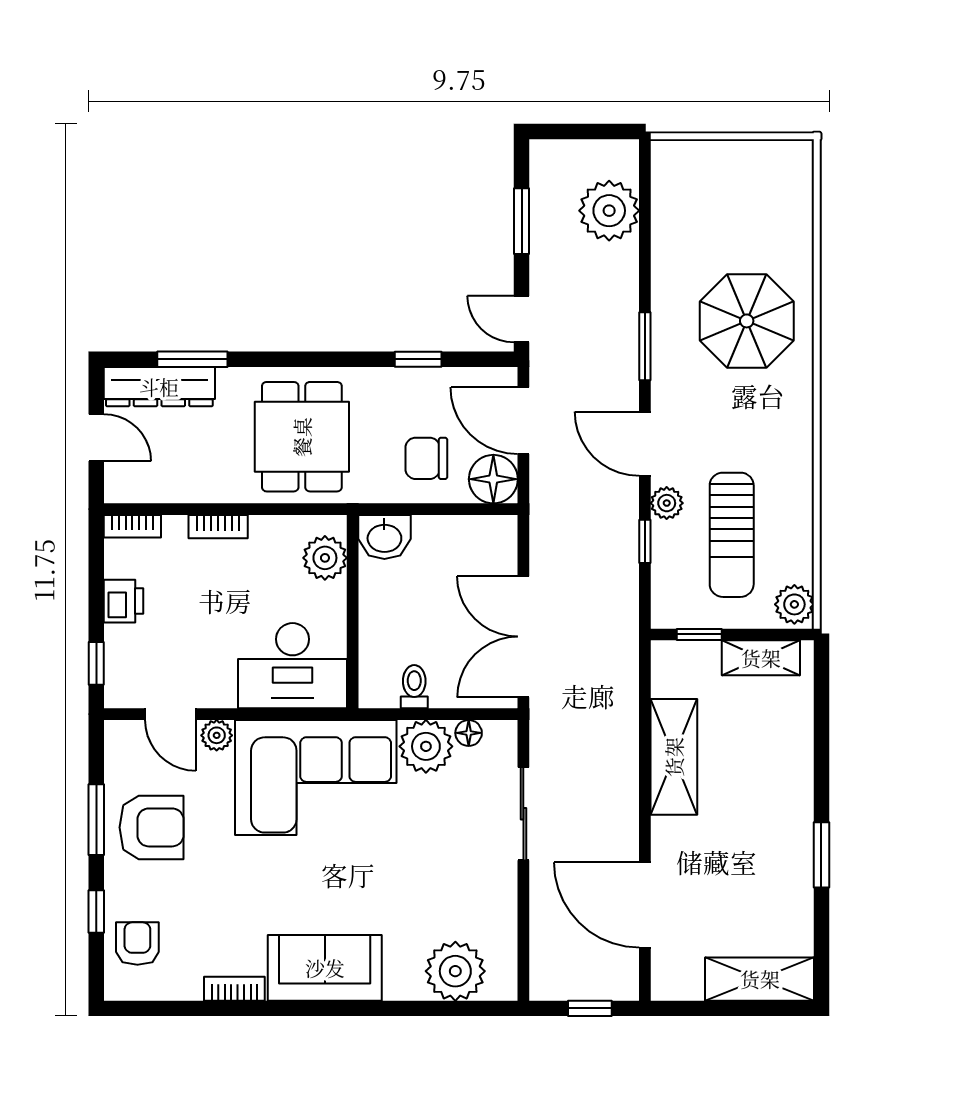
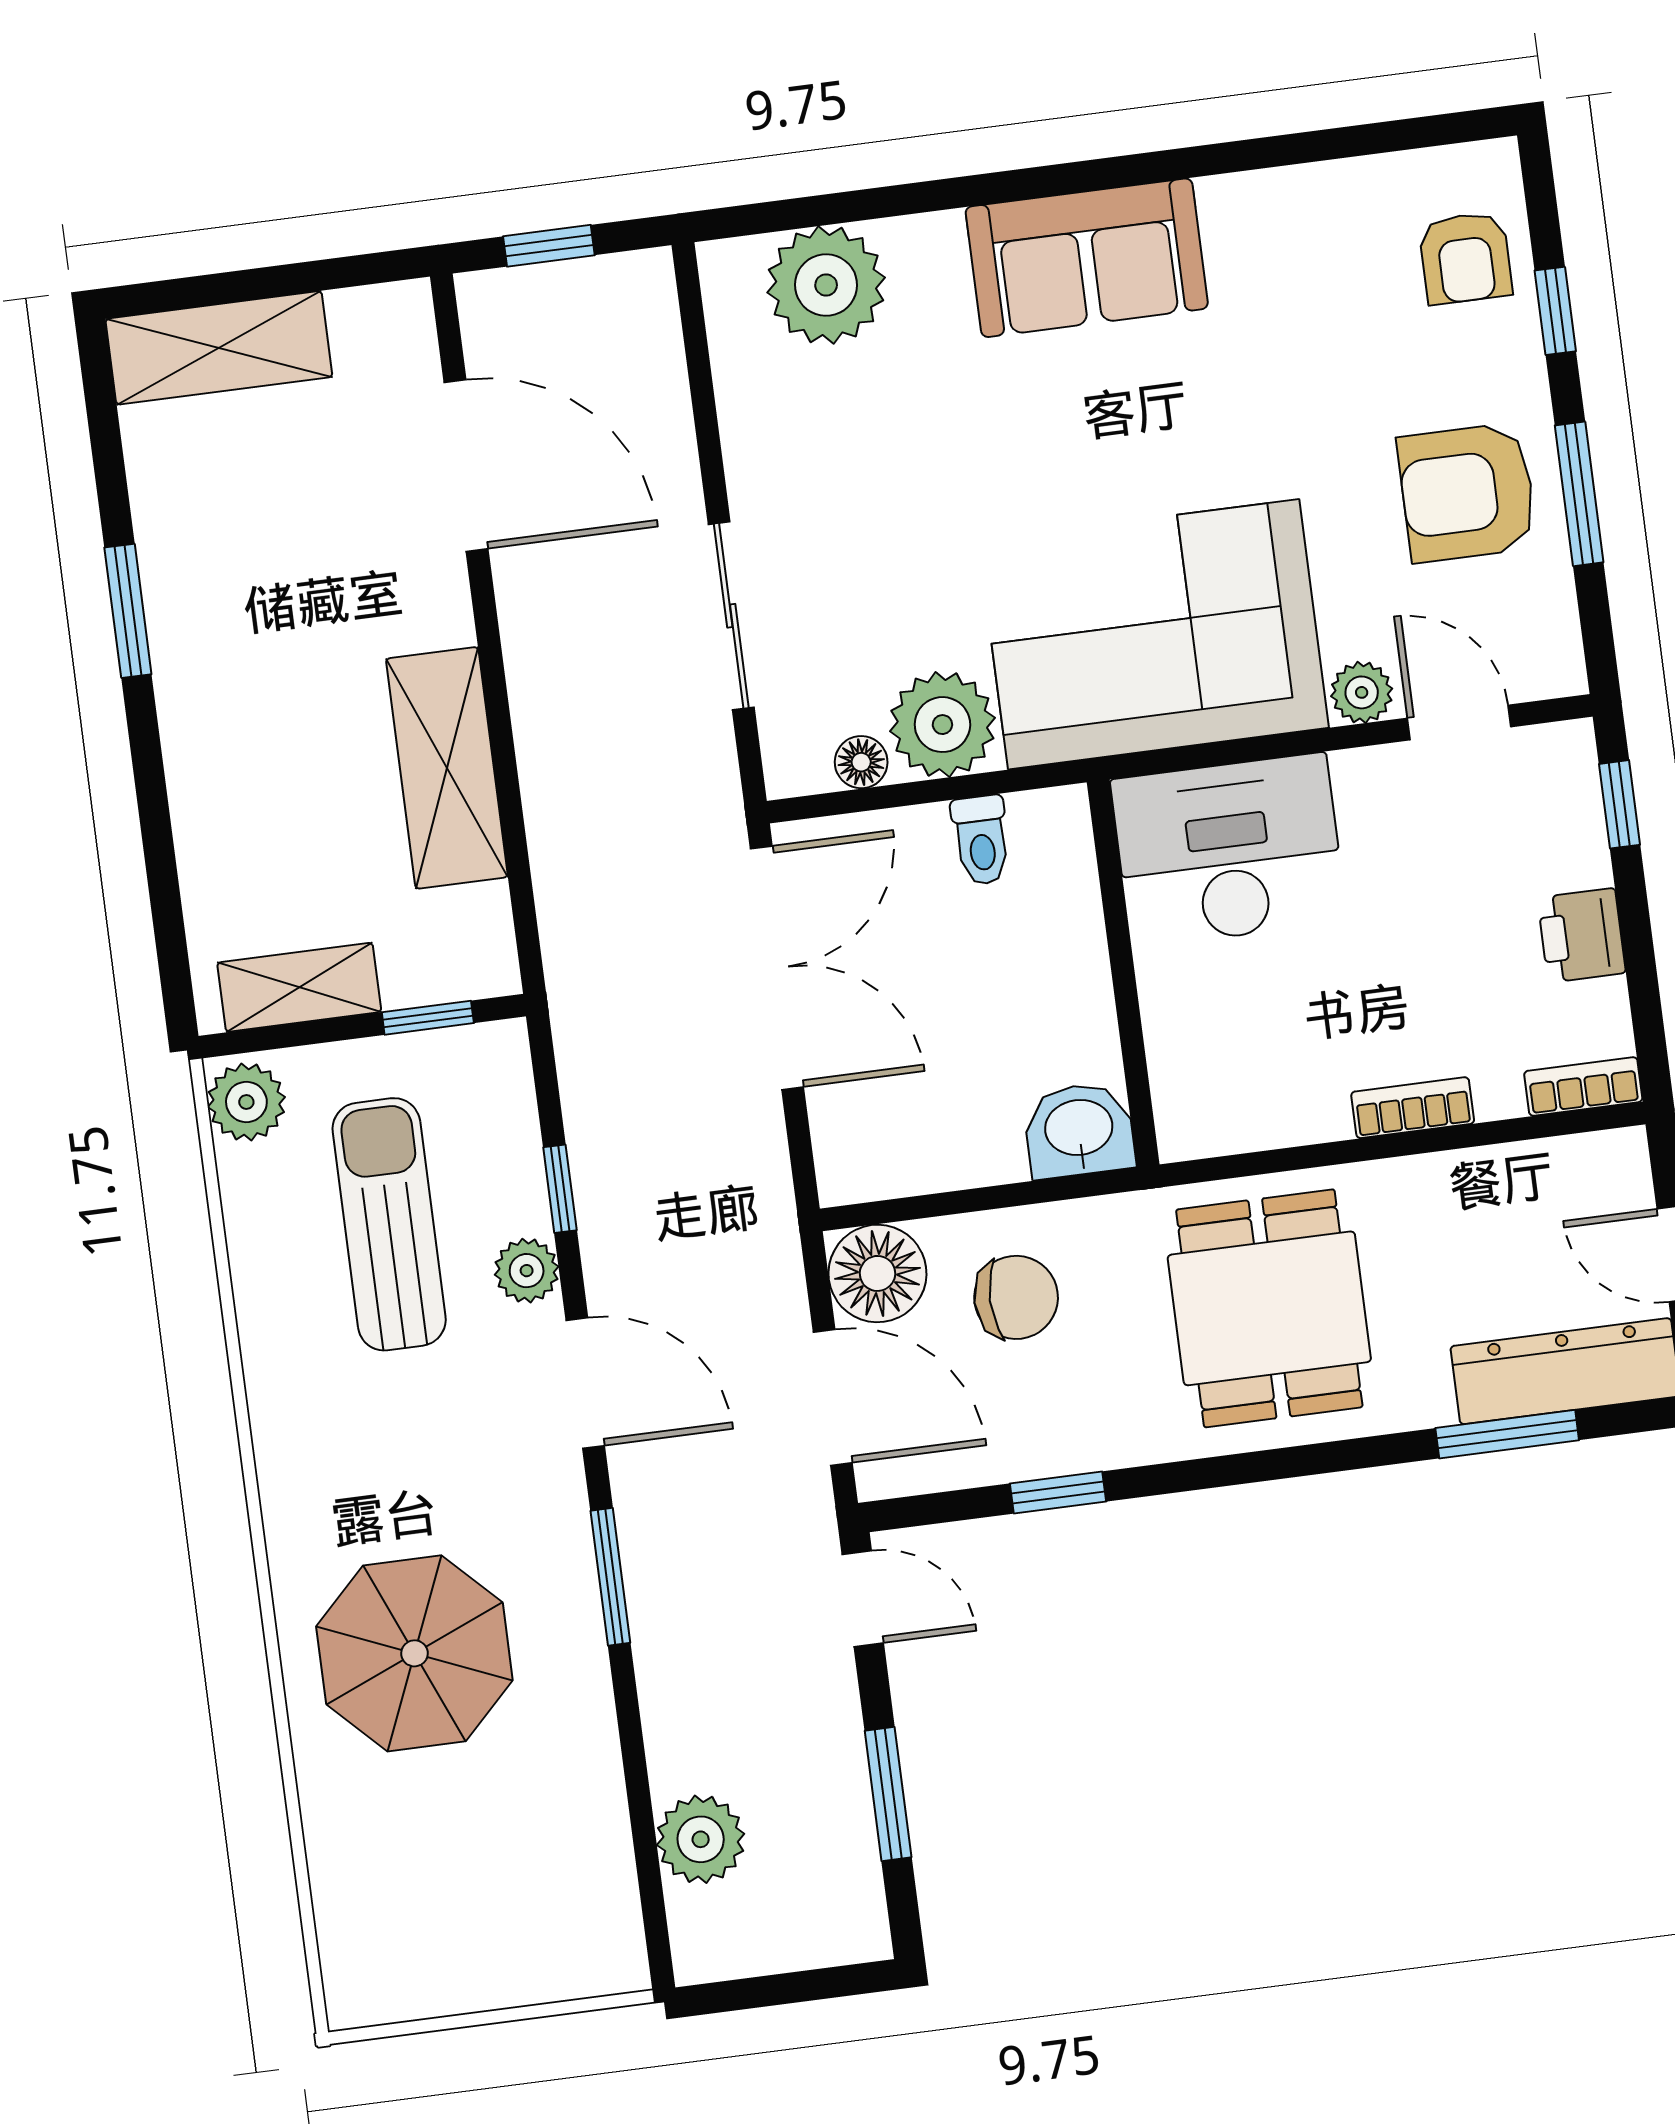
plant: (609, 211) -> (701, 1839), width x0.73, depth x0.73
plant: (325, 558) -> (1192, 1073), removed
bookcase: (234, 989) -> (1261, 193), removed

